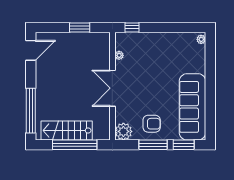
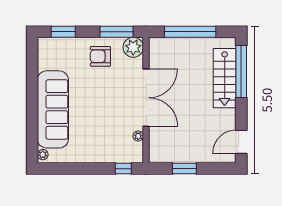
double door: (112, 88) -> (146, 98), width x1.36
sofa: (192, 107) -> (53, 109), moved
stairs: (67, 131) -> (225, 78), moved, turned 90
window: (153, 145) -> (117, 32), moved

